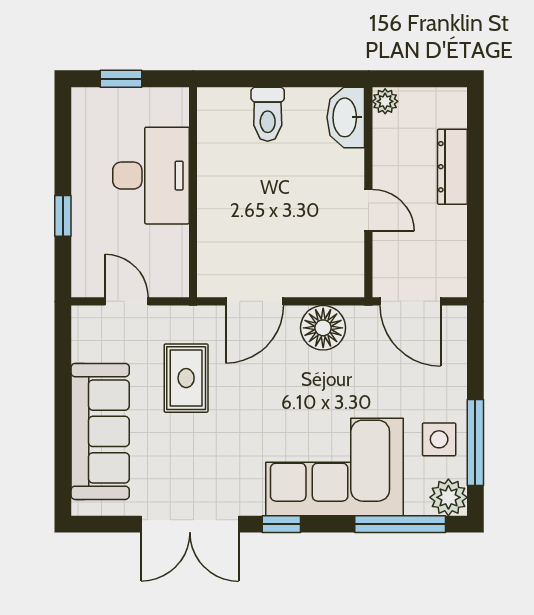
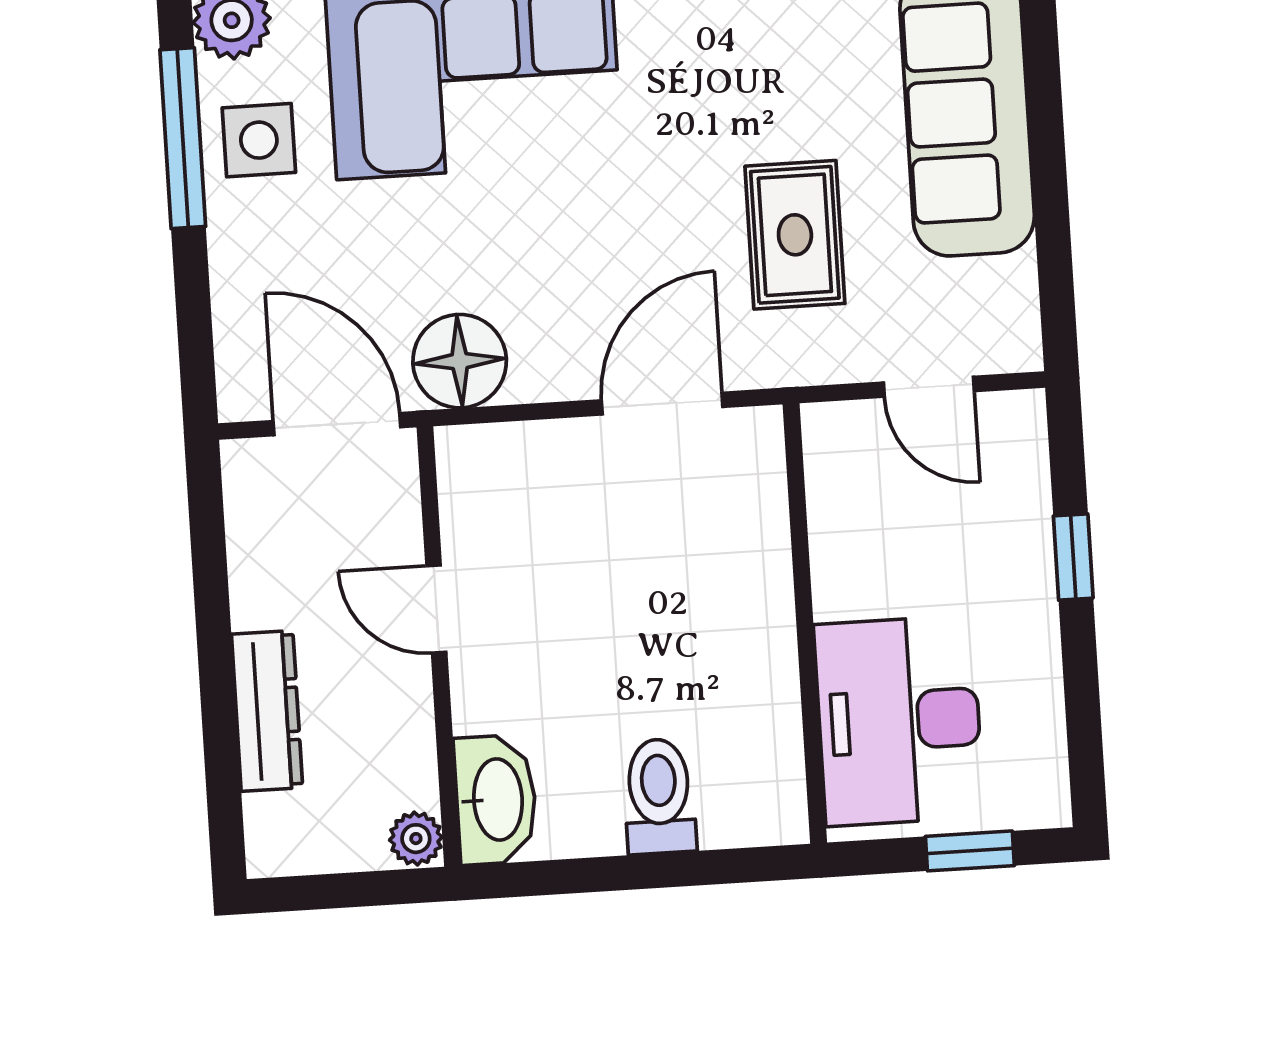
desk: (151, 176) -> (899, 721), moved
floor lamp: (323, 328) -> (460, 361), moved

